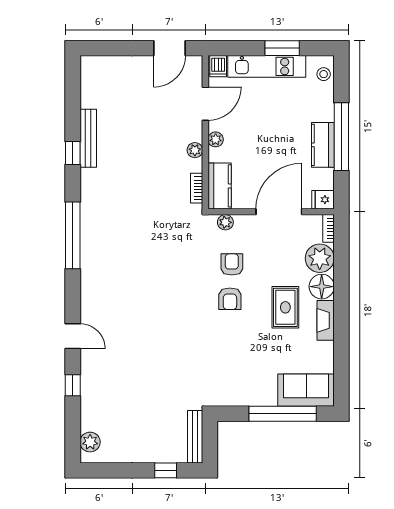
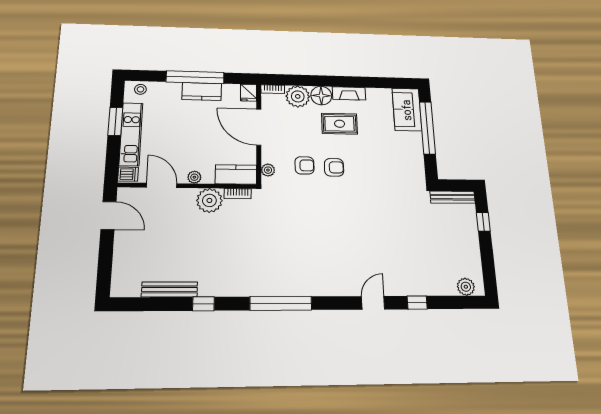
bench: (88, 138) -> (170, 289), moved
plant: (195, 150) -> (209, 200), width x1.87, depth x1.87
armchair: (232, 264) -> (305, 165), turned 180

